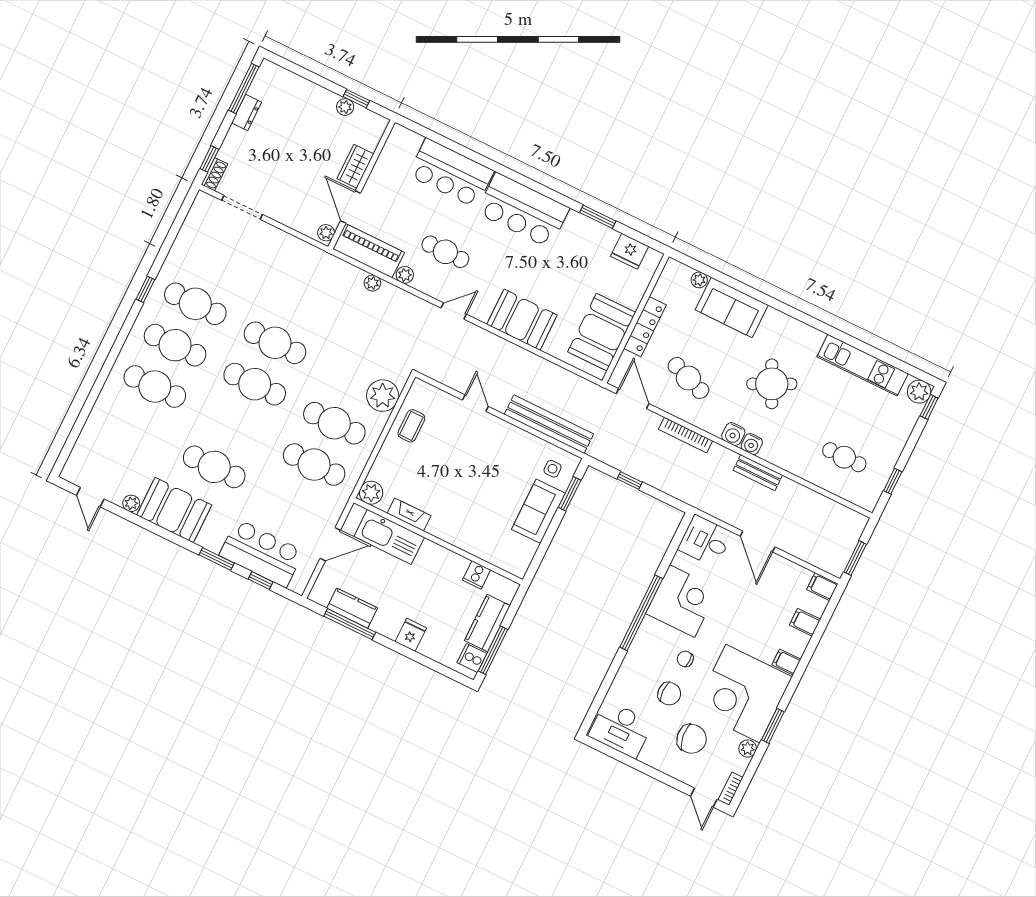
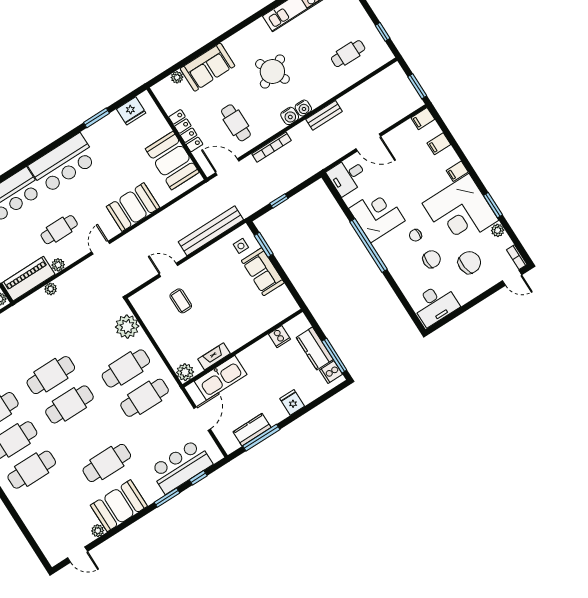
cafe table: (688, 378) -> (236, 123), turned 70
coffee table: (411, 426) -> (181, 301), moved

